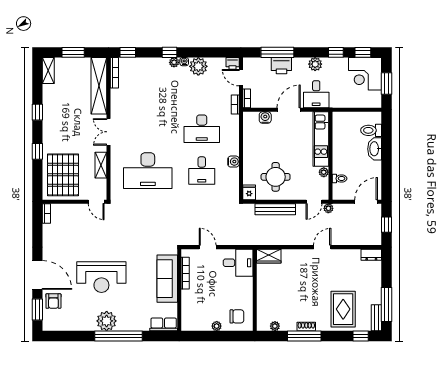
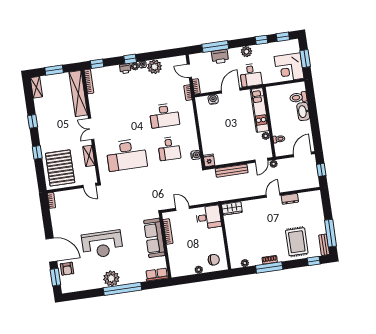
printer: (233, 63) -> (125, 69), moved
corner desk: (365, 74) -> (289, 67), moved
water cooler: (233, 162) -> (196, 155), moved
round table: (276, 177) -> (228, 145), removed
dresser: (371, 255) -> (290, 199), moved

